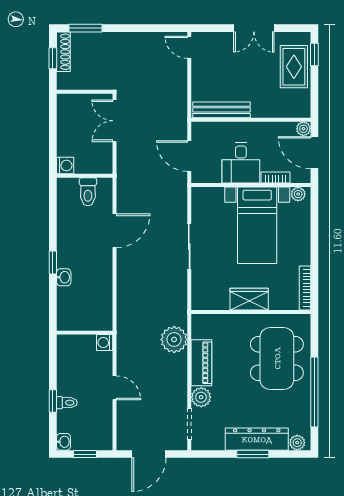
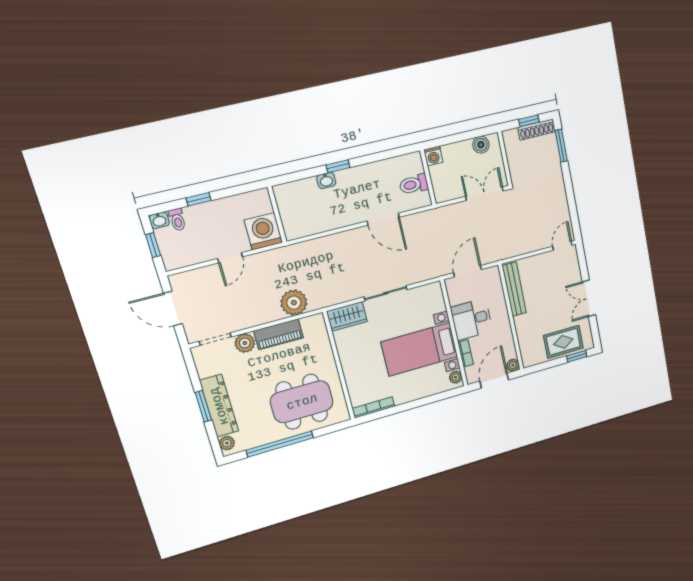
boiler: (65, 114) -> (481, 145), added
wardrobe: (249, 299) -> (347, 316), moved, turned 90
washing machine: (105, 343) -> (263, 231), width x1.89, depth x1.89
toilet: (67, 403) -> (177, 220), moved

